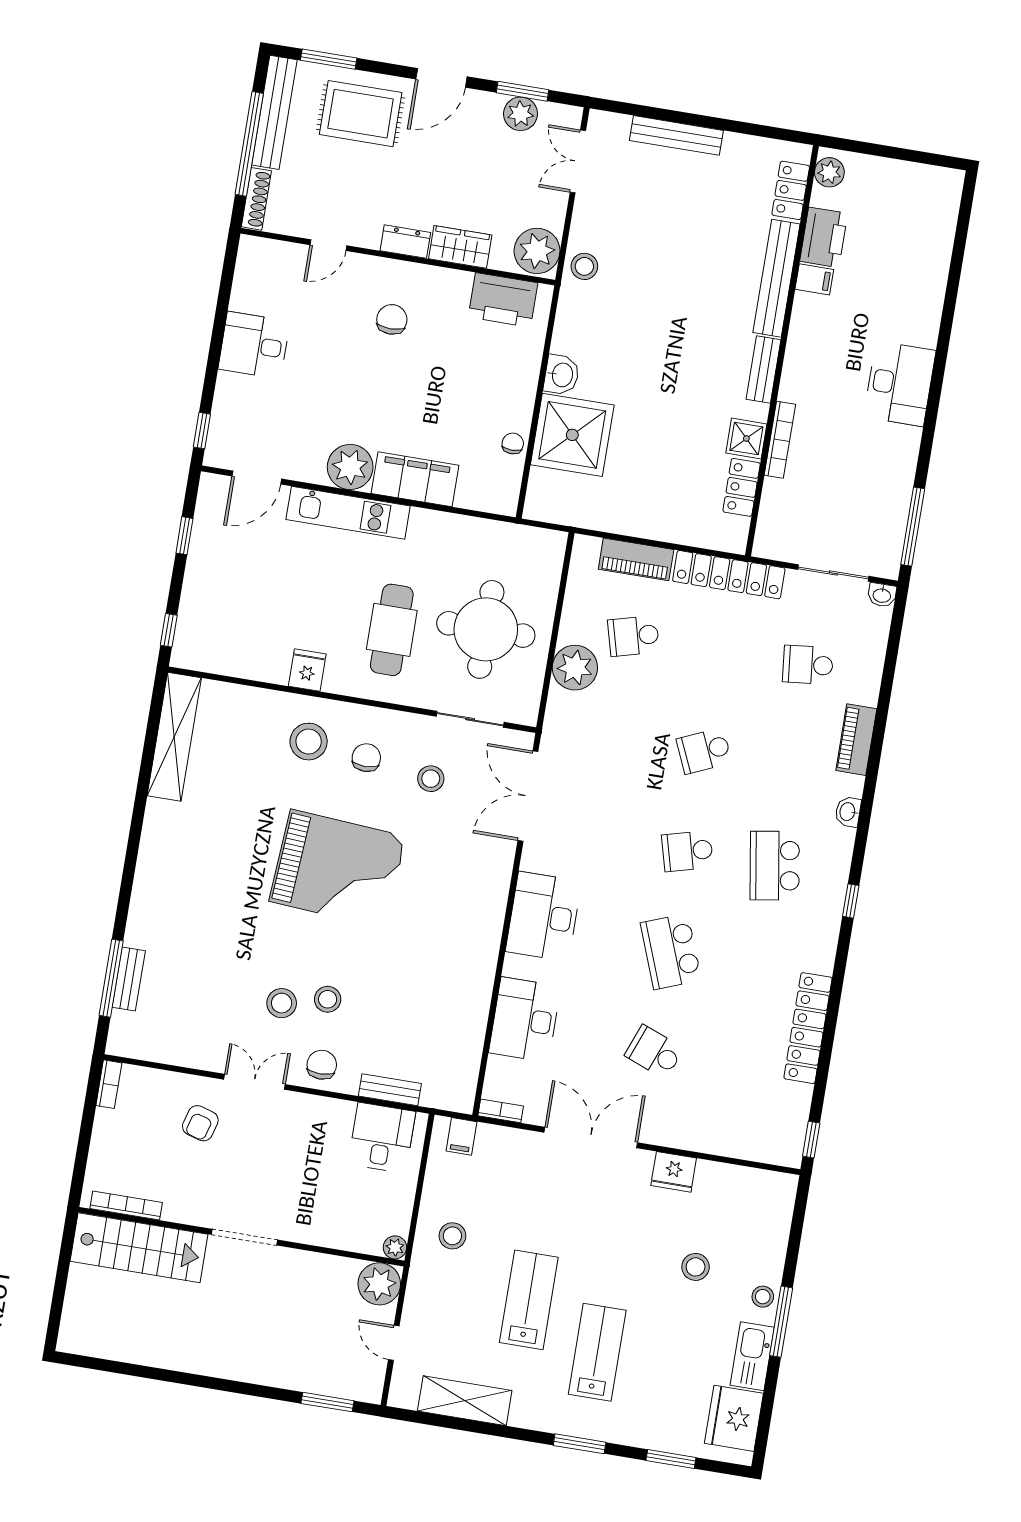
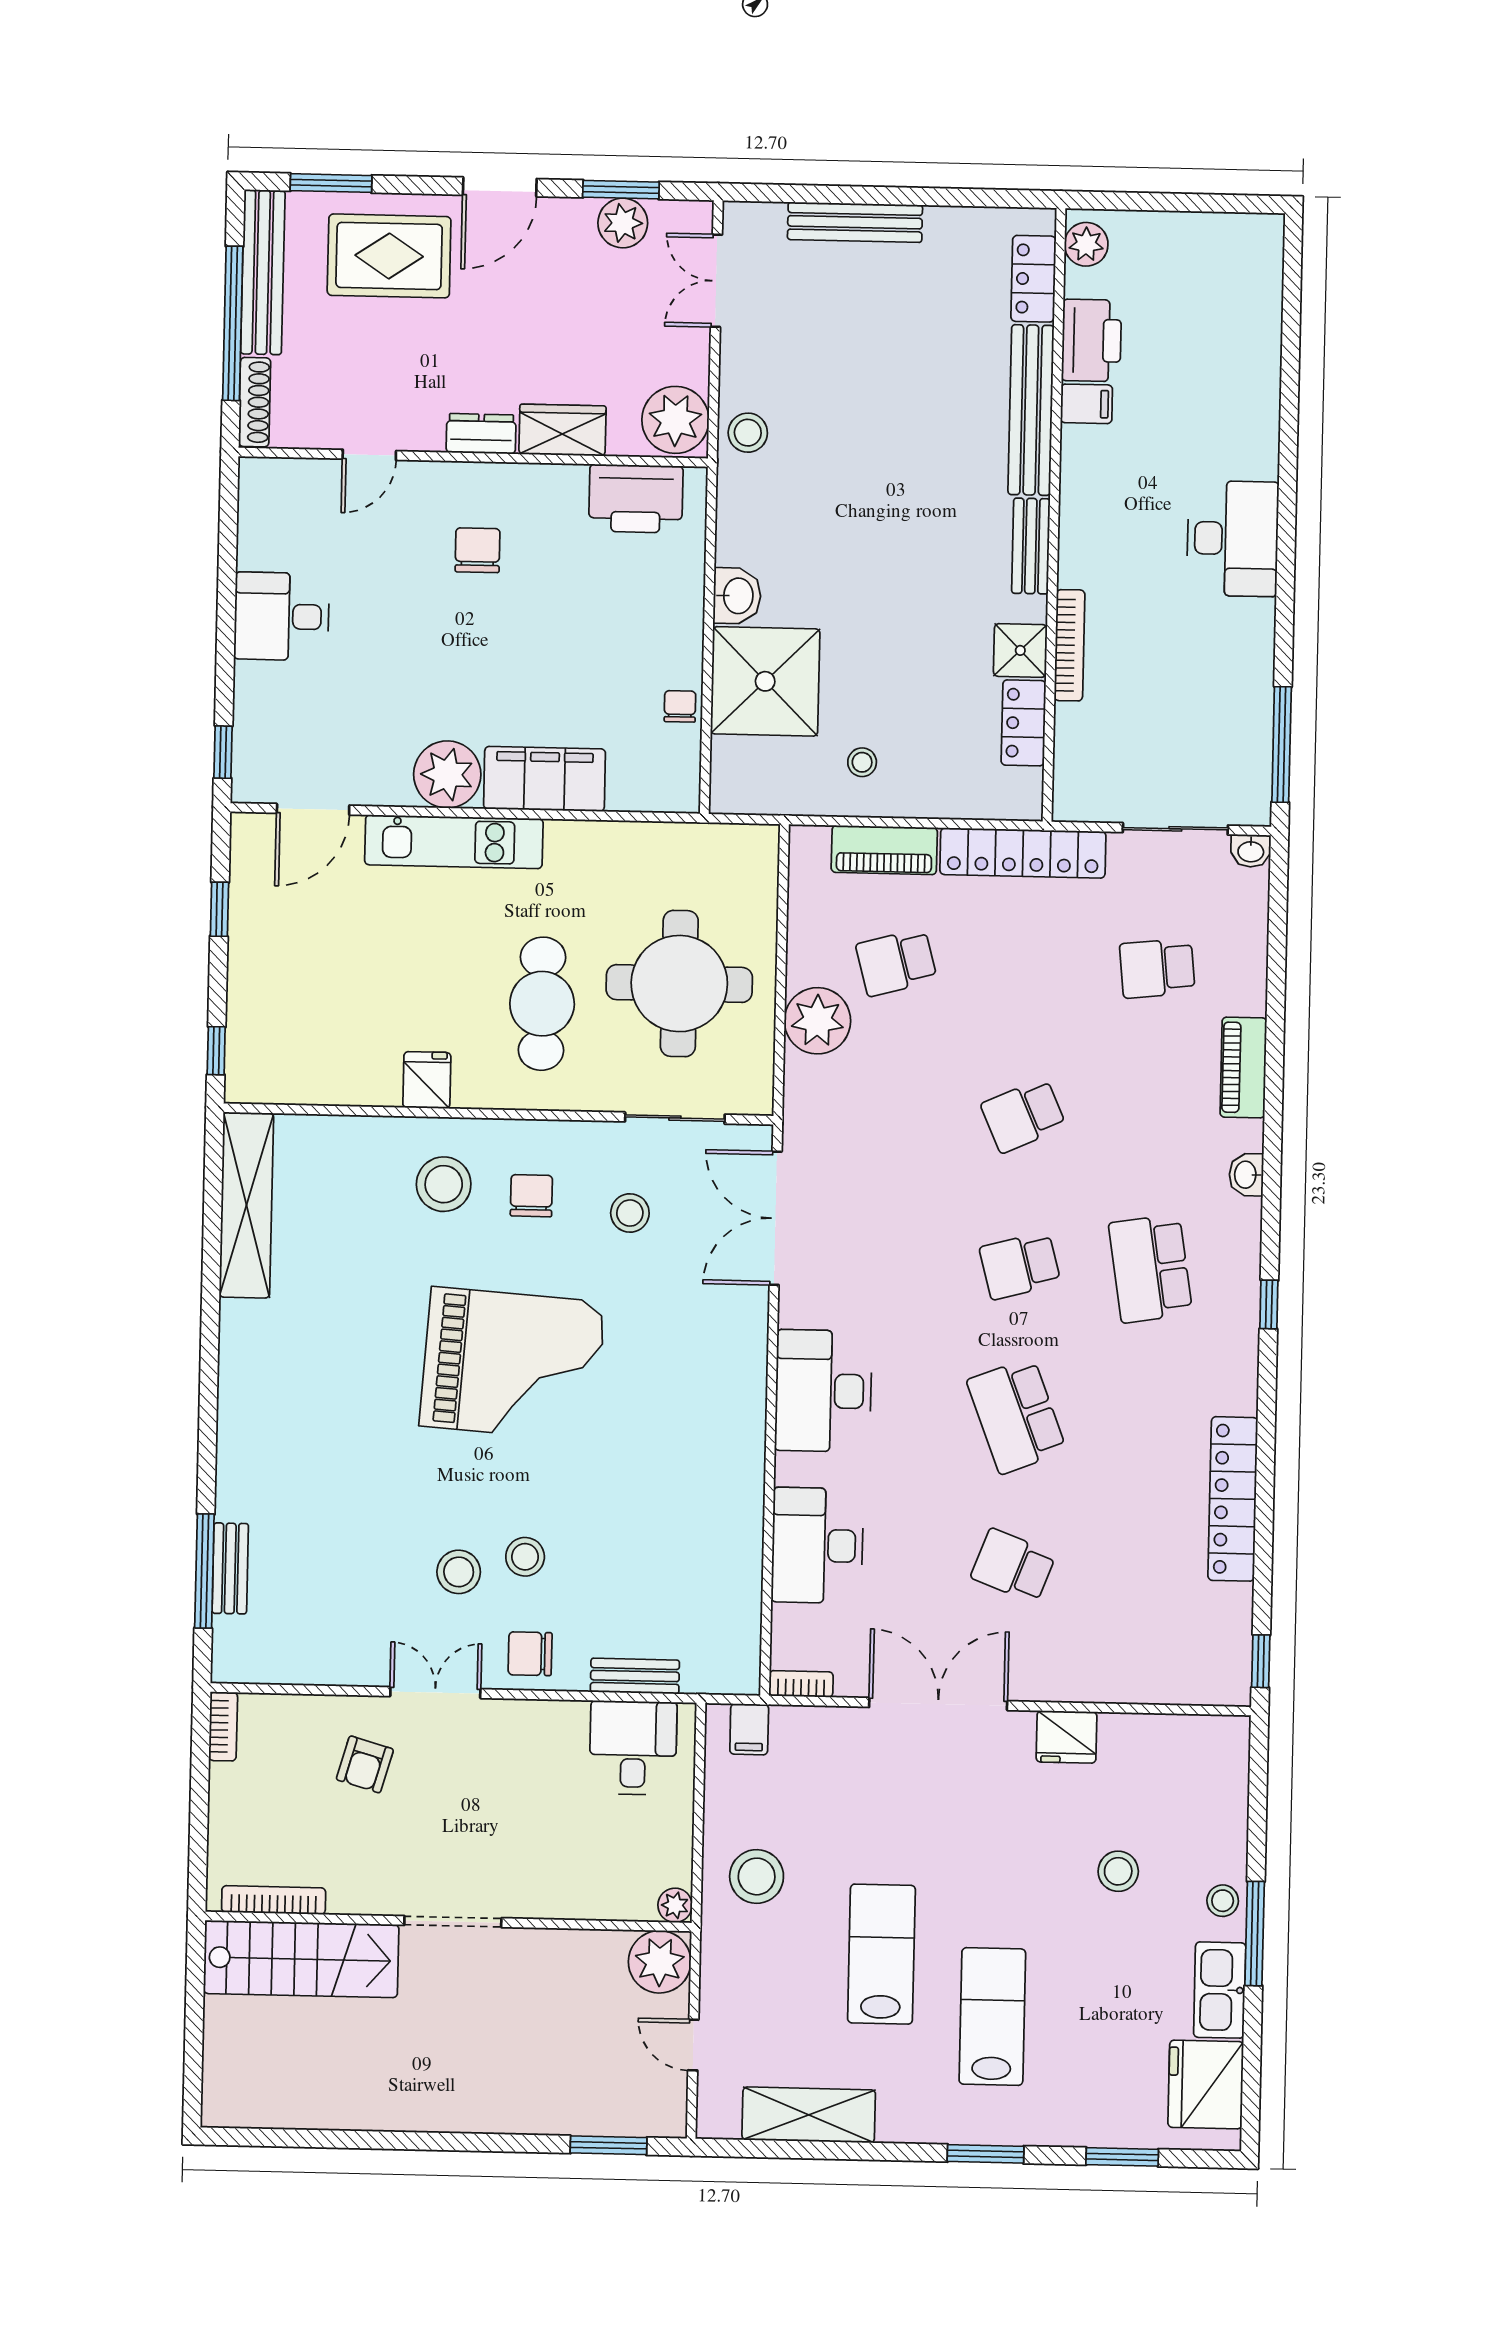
stool: (630, 498) -> (862, 762), added
chair: (322, 1065) -> (530, 1654), turned -90
stool: (452, 1236) -> (757, 1876), width x1.38, depth x1.38

